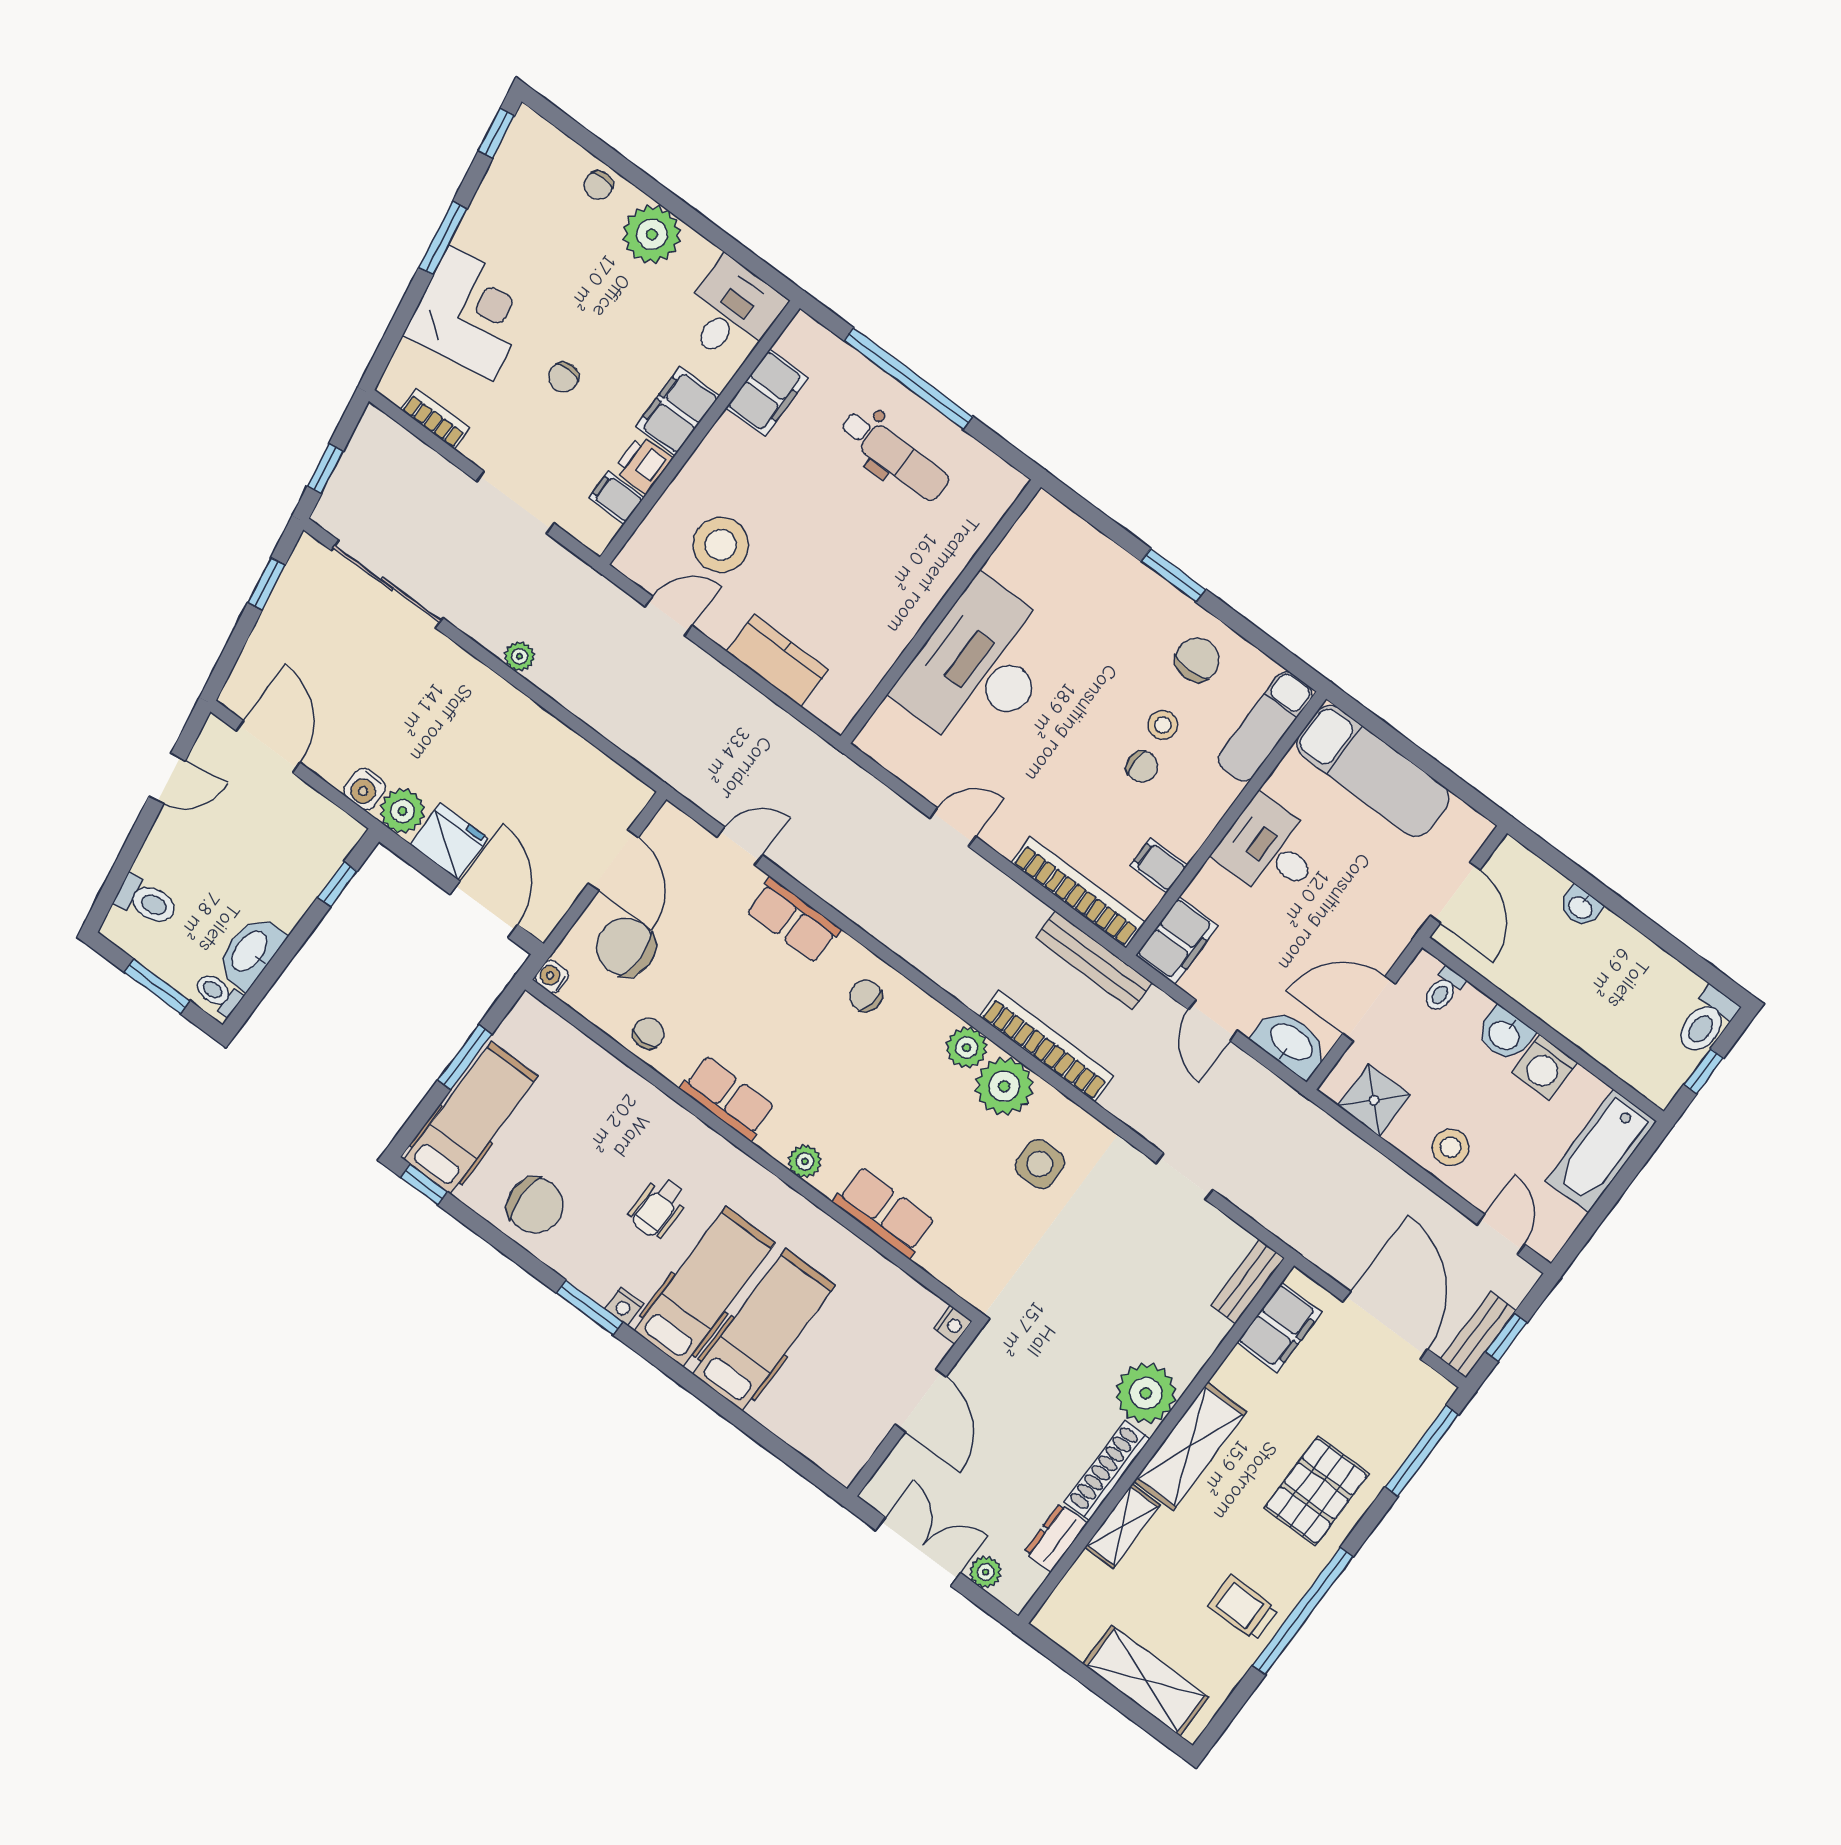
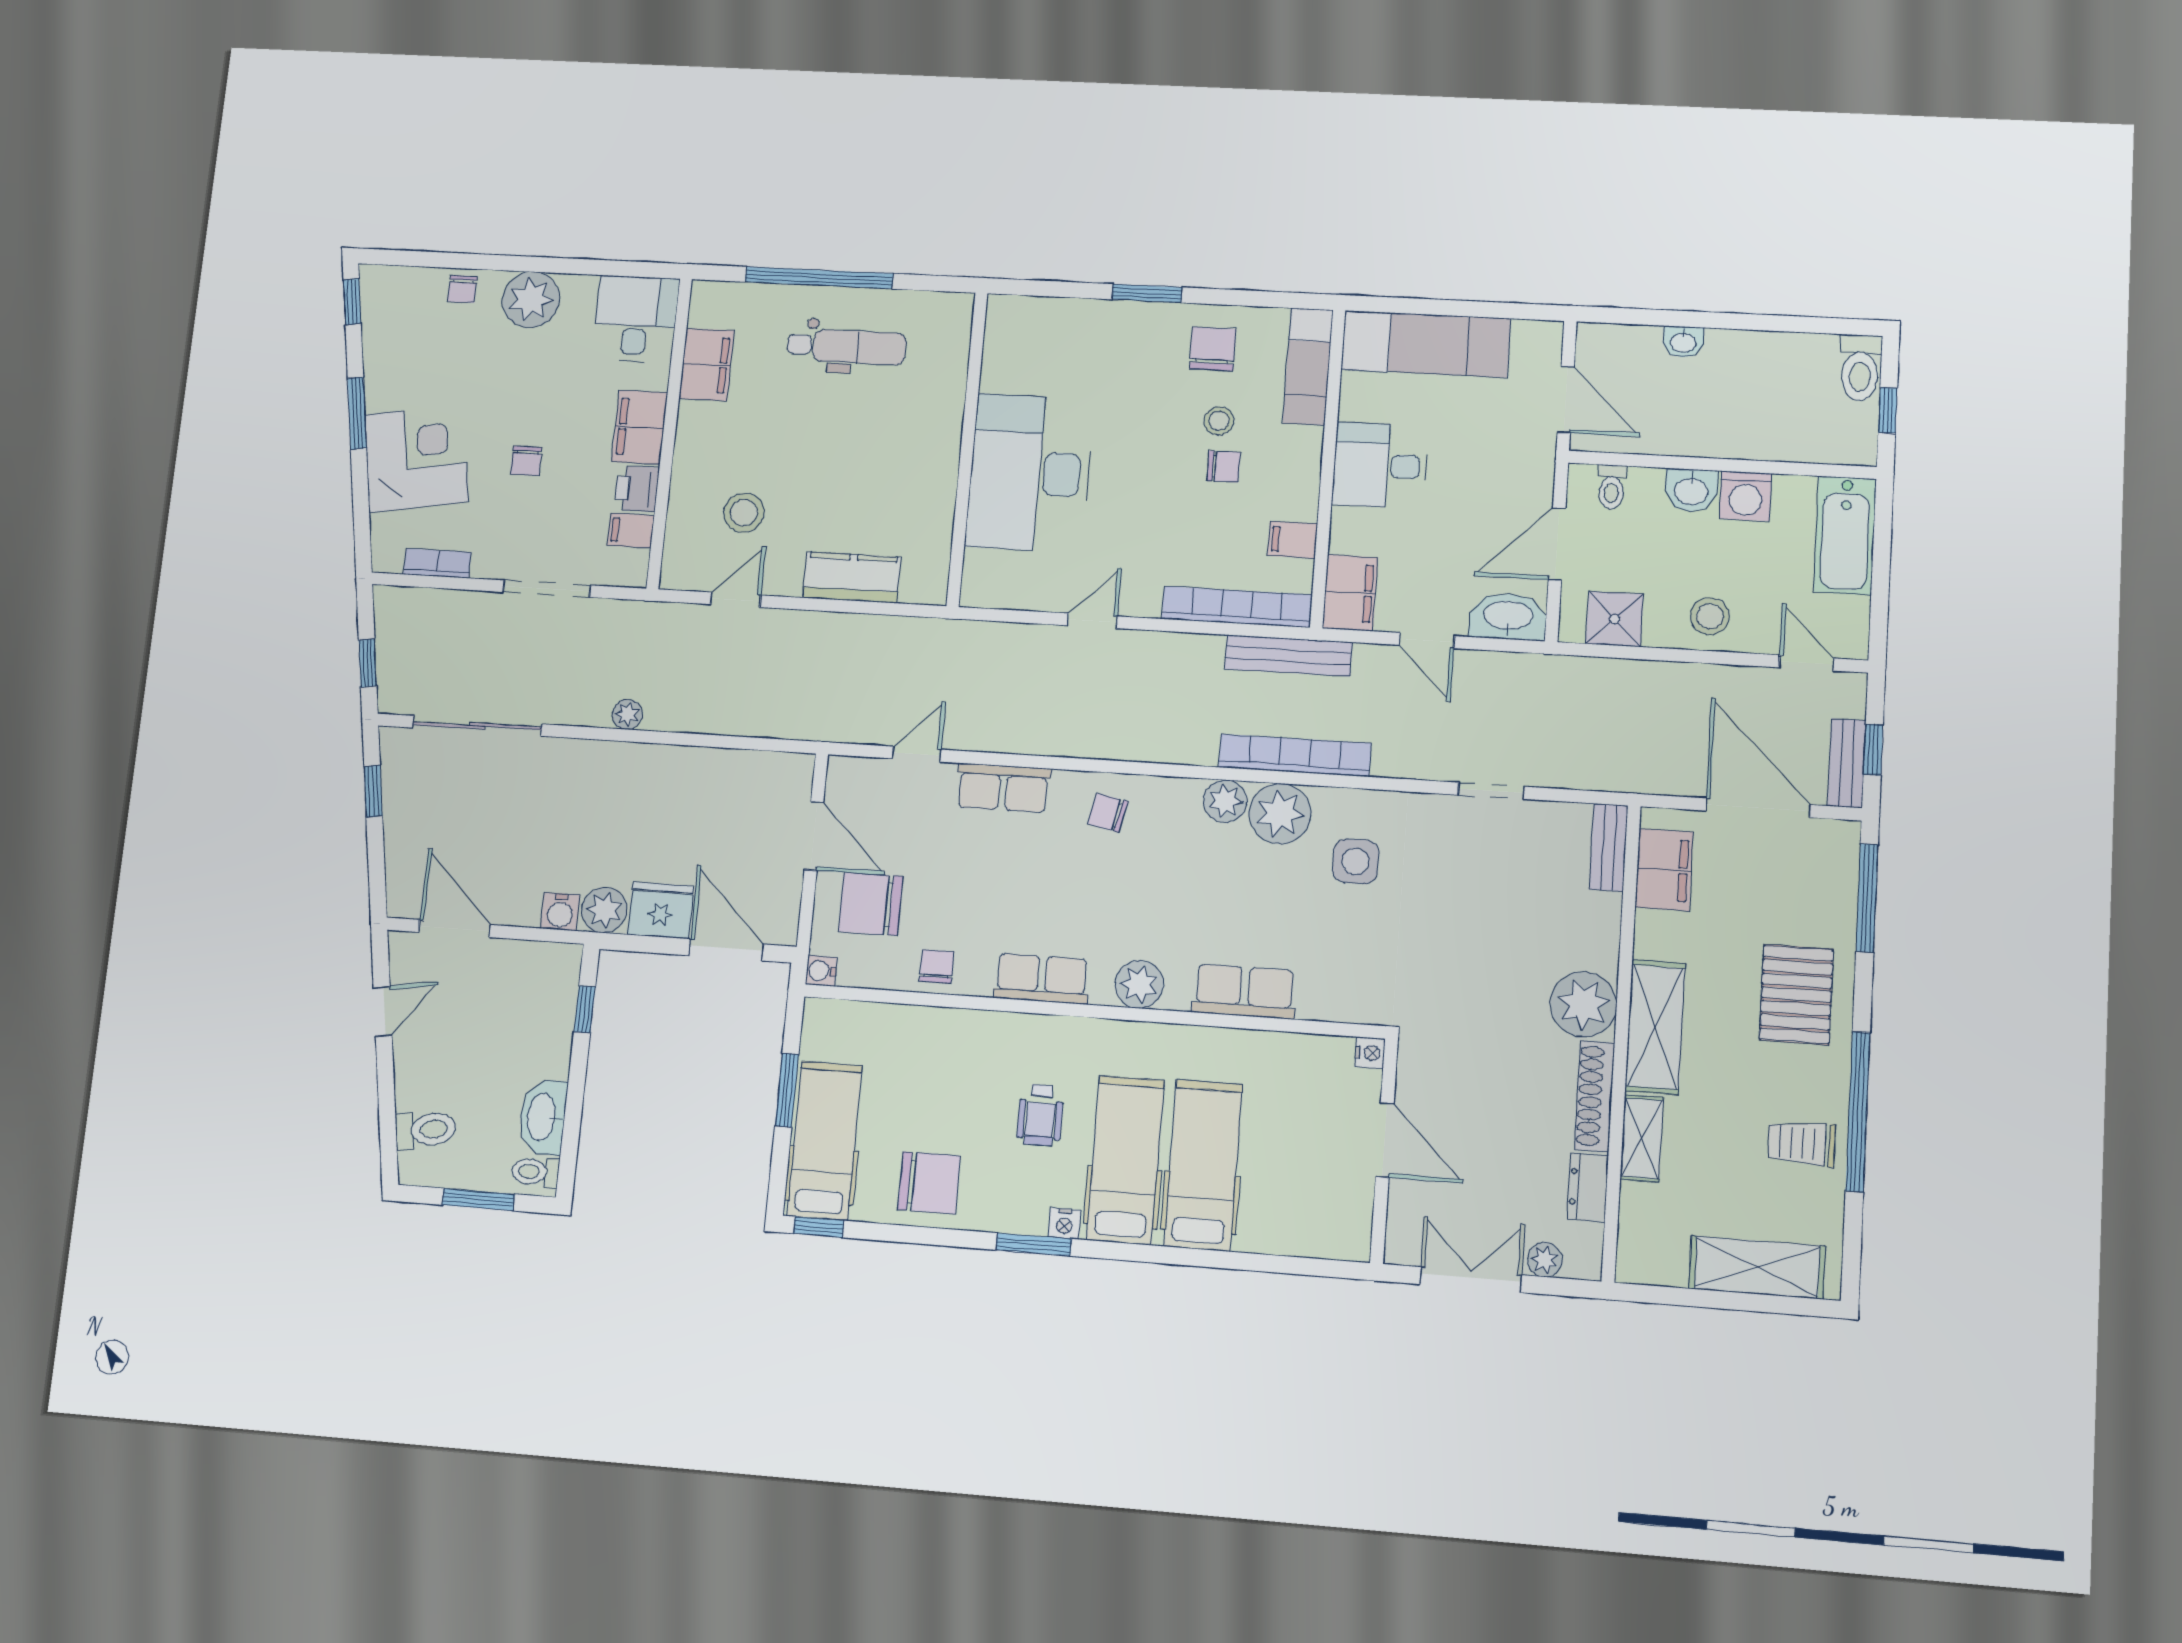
stool: (721, 545) -> (744, 513), width x0.73, depth x0.73
plant: (805, 1161) -> (1139, 984), width x1.38, depth x1.38

